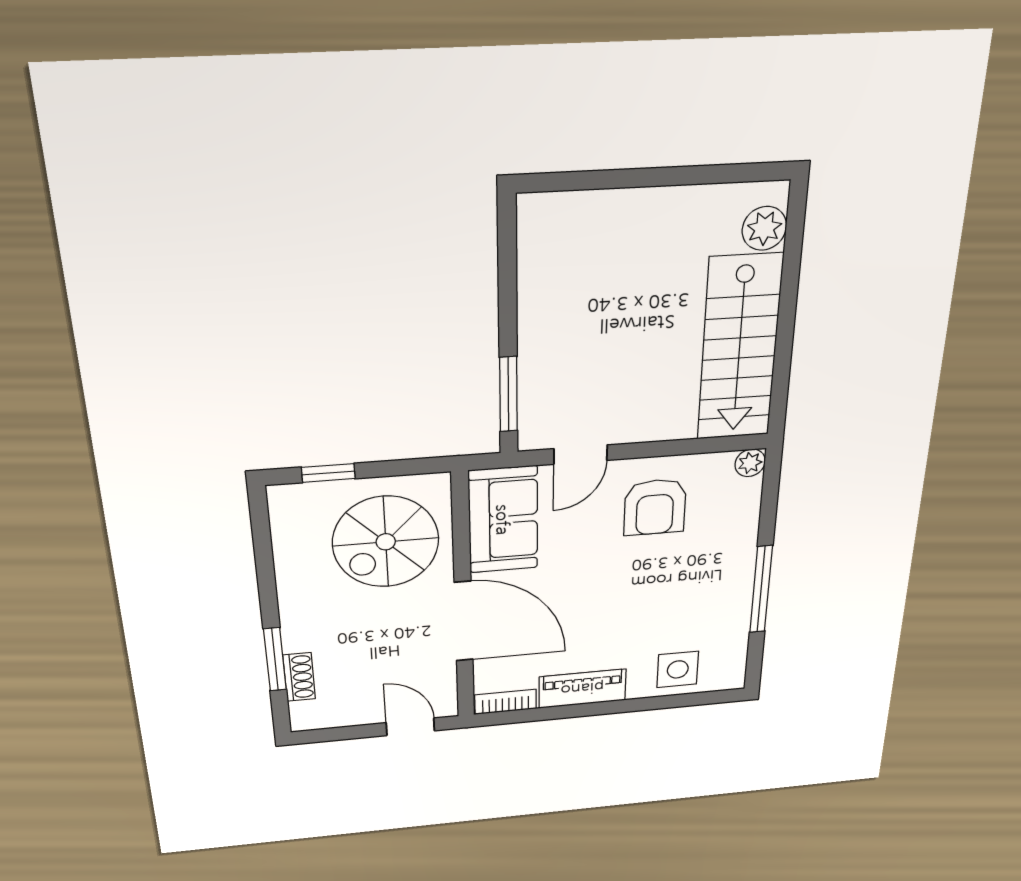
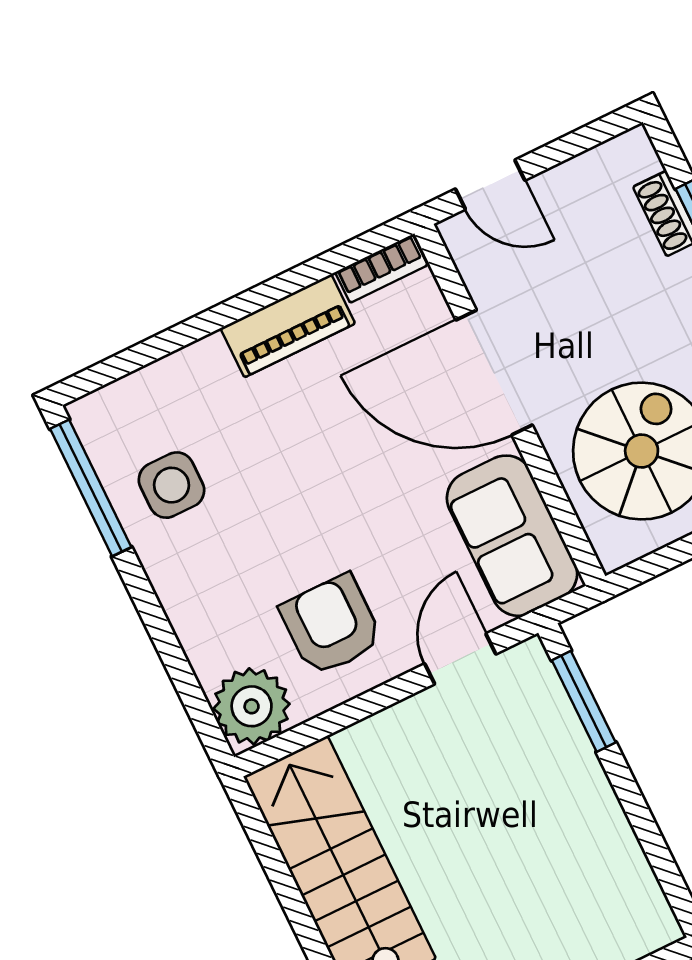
plant: (750, 463) -> (252, 706), width x1.88, depth x1.88
window: (761, 589) -> (91, 488), moved
side table: (678, 669) -> (172, 485), moved

